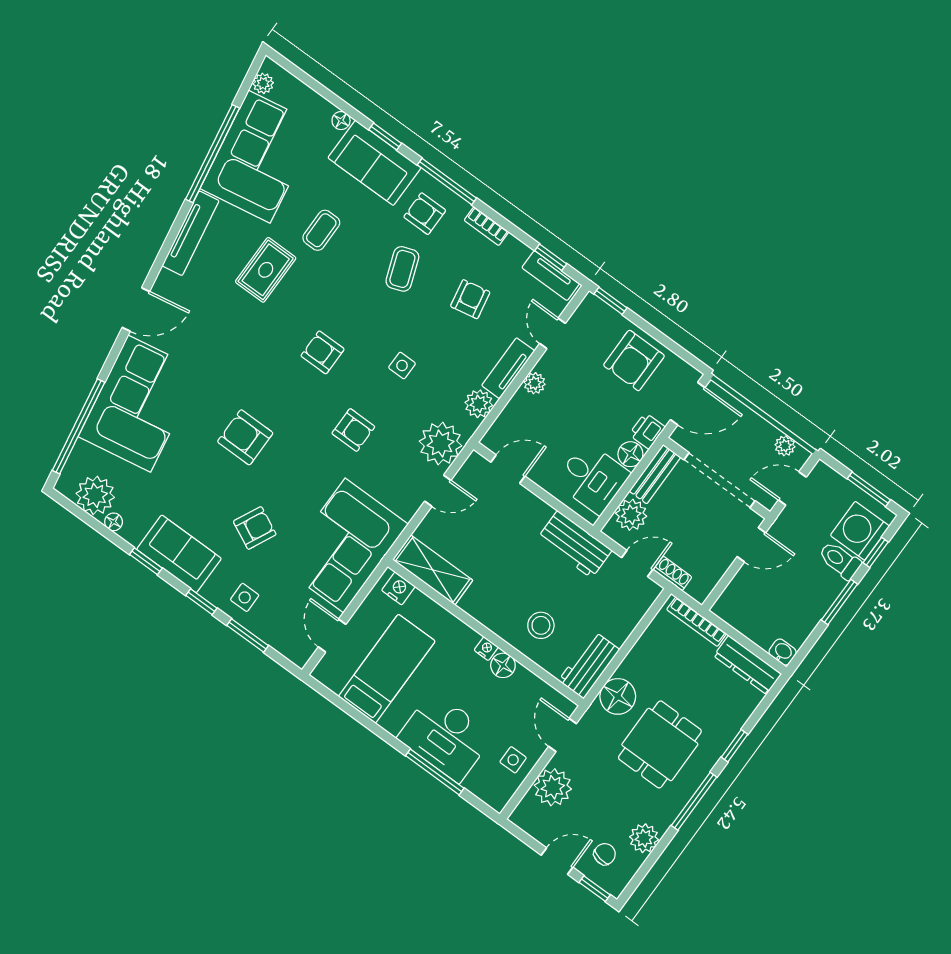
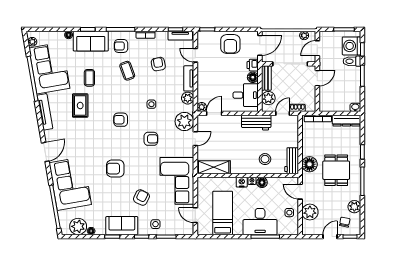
plant: (535, 383) -> (202, 107), moved
nightstand: (398, 588) -> (242, 182), moved

